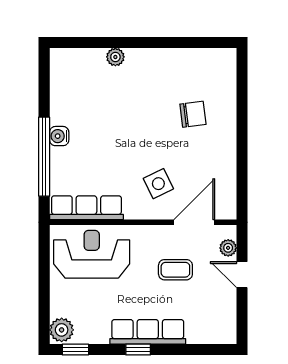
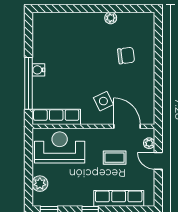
plant: (115, 57) -> (111, 18), moved
door: (194, 222) -> (127, 126), hinge flipped
plant: (62, 330) -> (40, 184), moved
row of seats: (148, 332) -> (119, 198), moved

